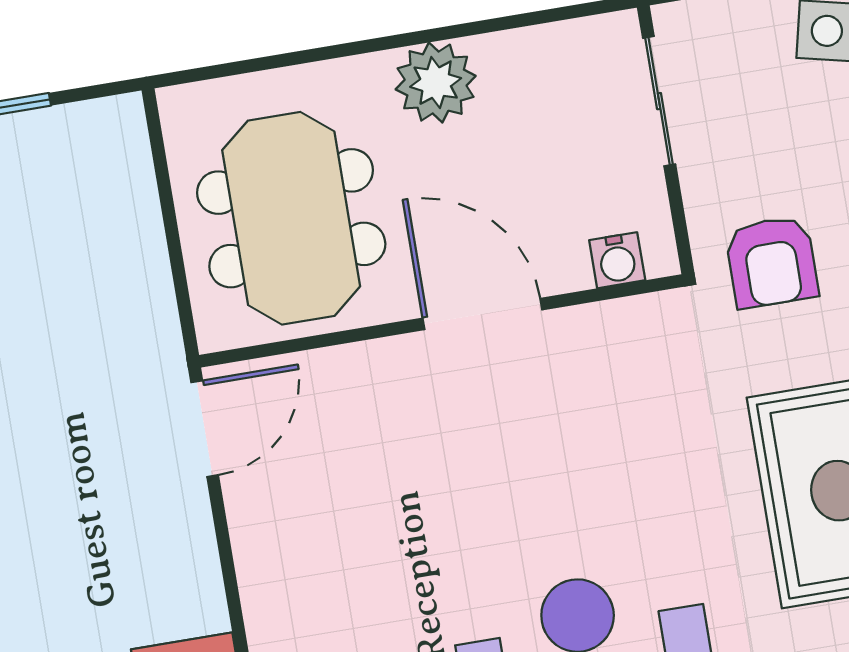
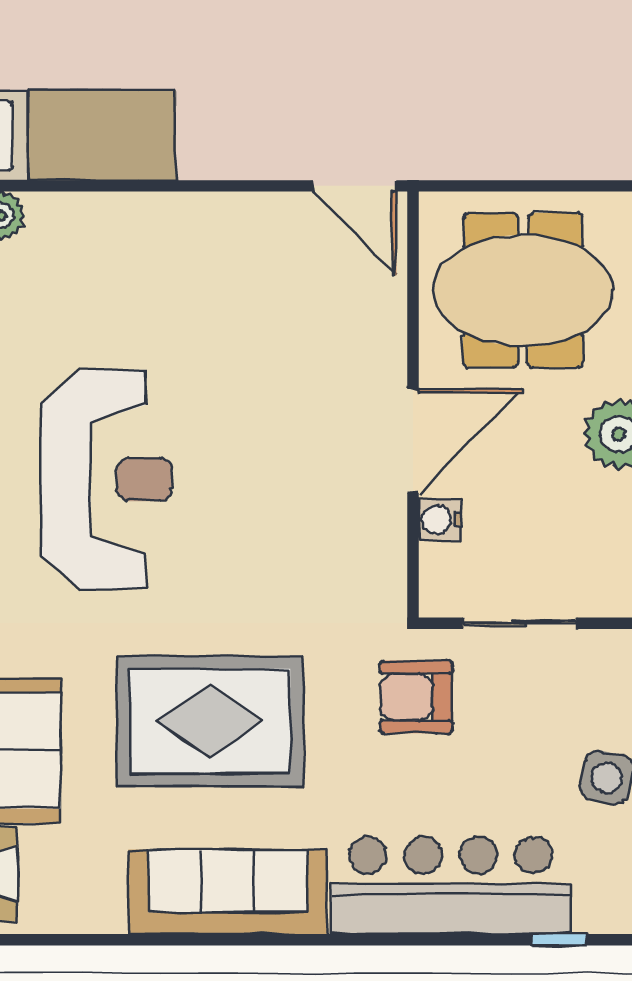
sliding door: (659, 101) -> (520, 623), moved
water cooler: (617, 260) -> (440, 520), moved

